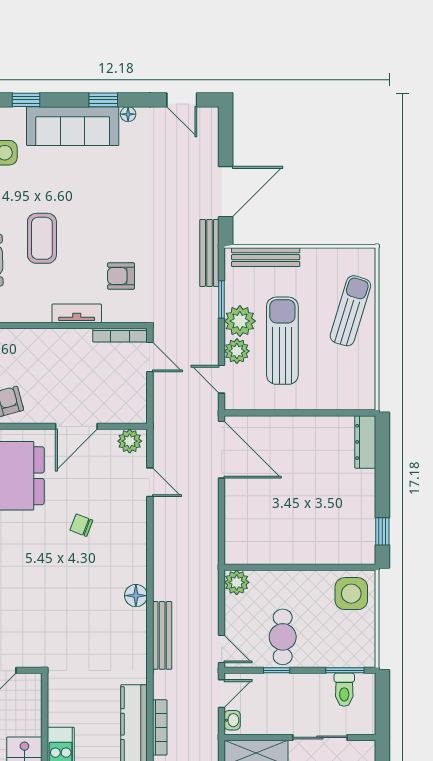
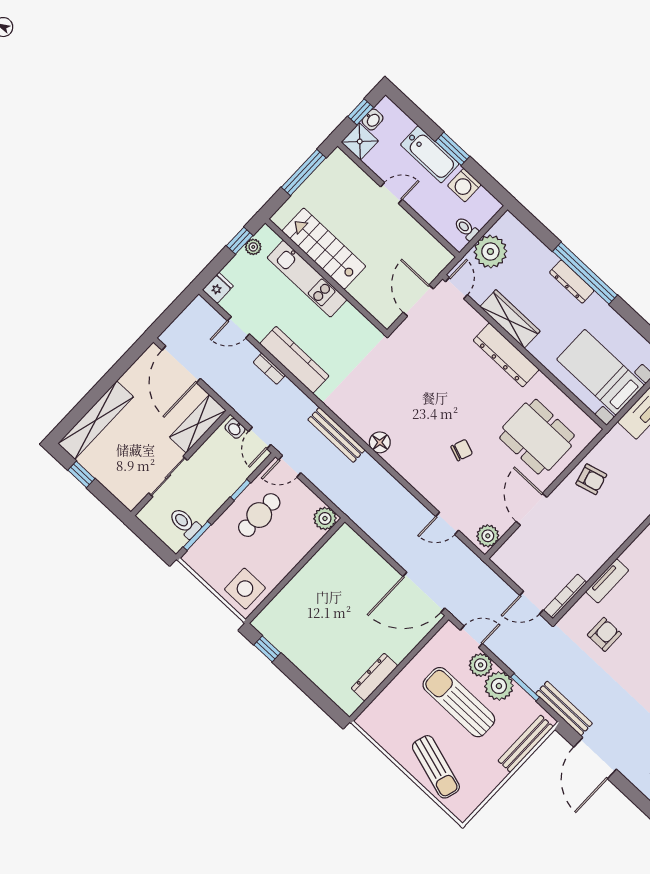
sun lounger: (282, 341) -> (459, 702), turned 180
dresser: (365, 442) -> (374, 677), moved, turned -90
cafe table: (283, 637) -> (259, 515), turned 90
bookcase: (160, 727) -> (269, 369), width x0.64

